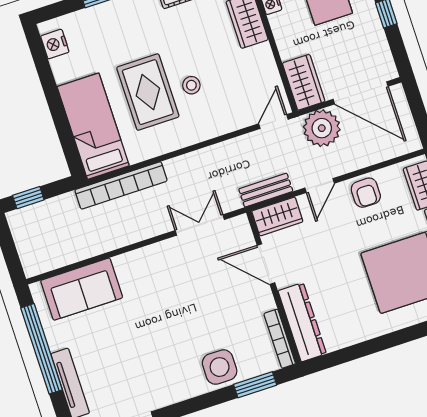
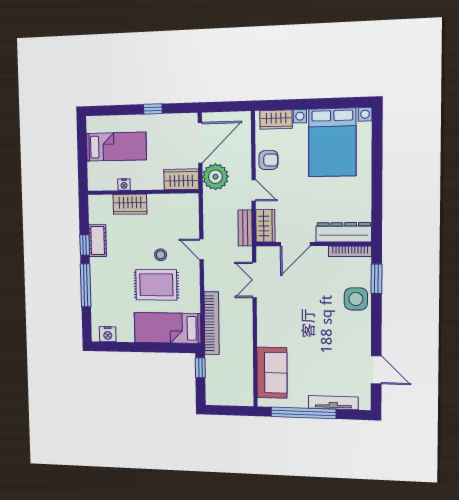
door: (273, 122) -> (202, 249), moved
window: (28, 198) -> (200, 368), moved

